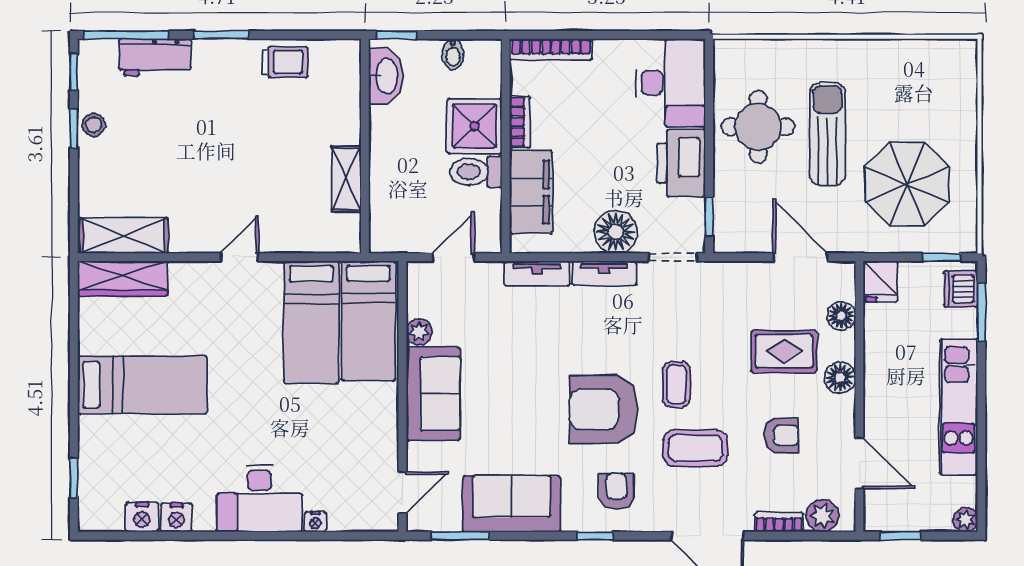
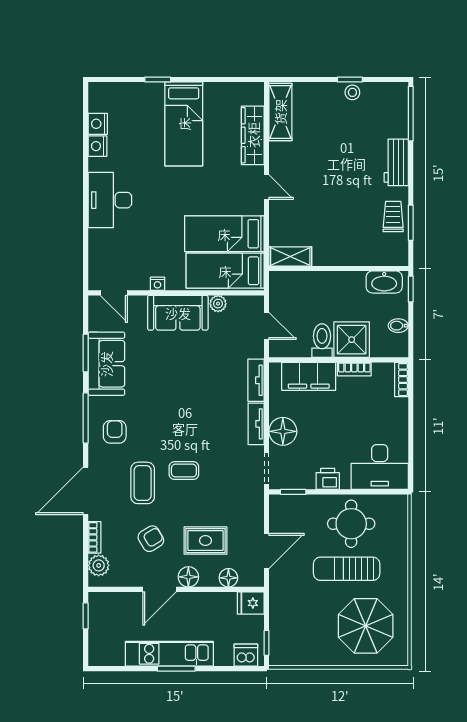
window: (221, 35) -> (411, 223), moved
bookcase: (551, 49) -> (401, 380), width x0.64
workbench: (155, 57) -> (396, 162), moved
trolley: (285, 62) -> (393, 216), turned 180
window: (74, 72) -> (387, 80), removed
sun lounger: (827, 134) -> (347, 569), turned 180
printer: (681, 163) -> (328, 479), width x0.53, depth x0.68
shelving: (346, 179) -> (290, 256), moved
parasol: (907, 184) -> (366, 626), moved
wardrobe: (123, 278) -> (253, 135), moved
window: (981, 312) -> (176, 669), moved
rug: (784, 351) -> (205, 541), turned 90
armchair: (604, 409) -> (168, 423), removed
armchair: (781, 435) -> (151, 539), turned -121
door: (859, 463) -> (160, 589), moved
window: (74, 478) -> (158, 80), moved
armchair: (617, 491) -> (115, 432), turned -90
plant: (965, 520) -> (96, 658), removed
nightstand: (315, 522) -> (157, 284), moved, turned -90
window: (460, 536) -> (86, 353), moved
window: (595, 536) -> (86, 418), width x2.17

